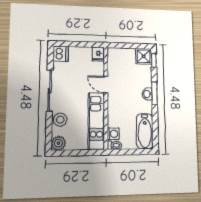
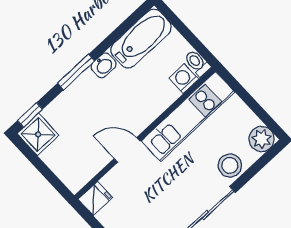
door: (106, 84) -> (127, 150), swing flipped
washbasin: (147, 94) -> (104, 65), moved

